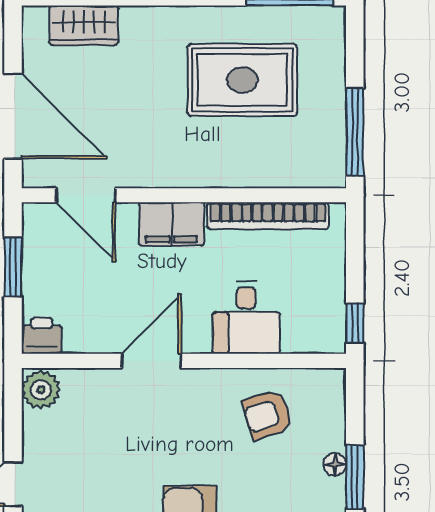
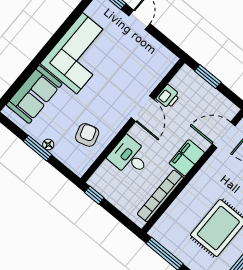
window: (13, 267) -> (208, 77), moved
printer: (42, 336) -> (168, 97), moved
plant: (41, 390) -> (166, 59), removed

